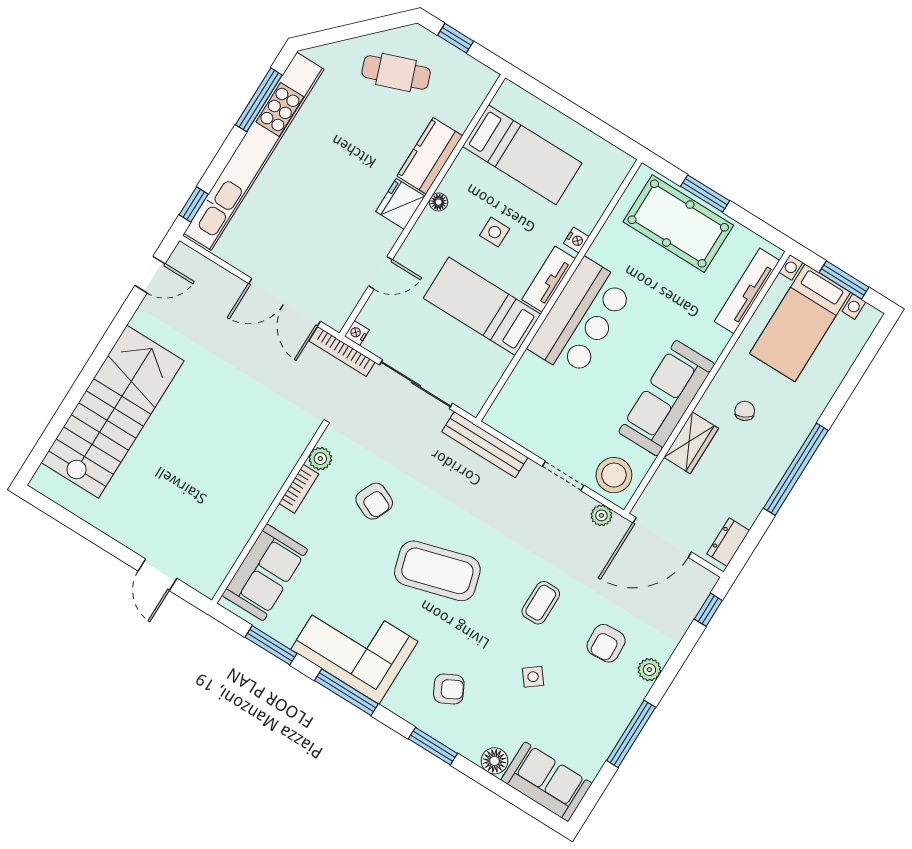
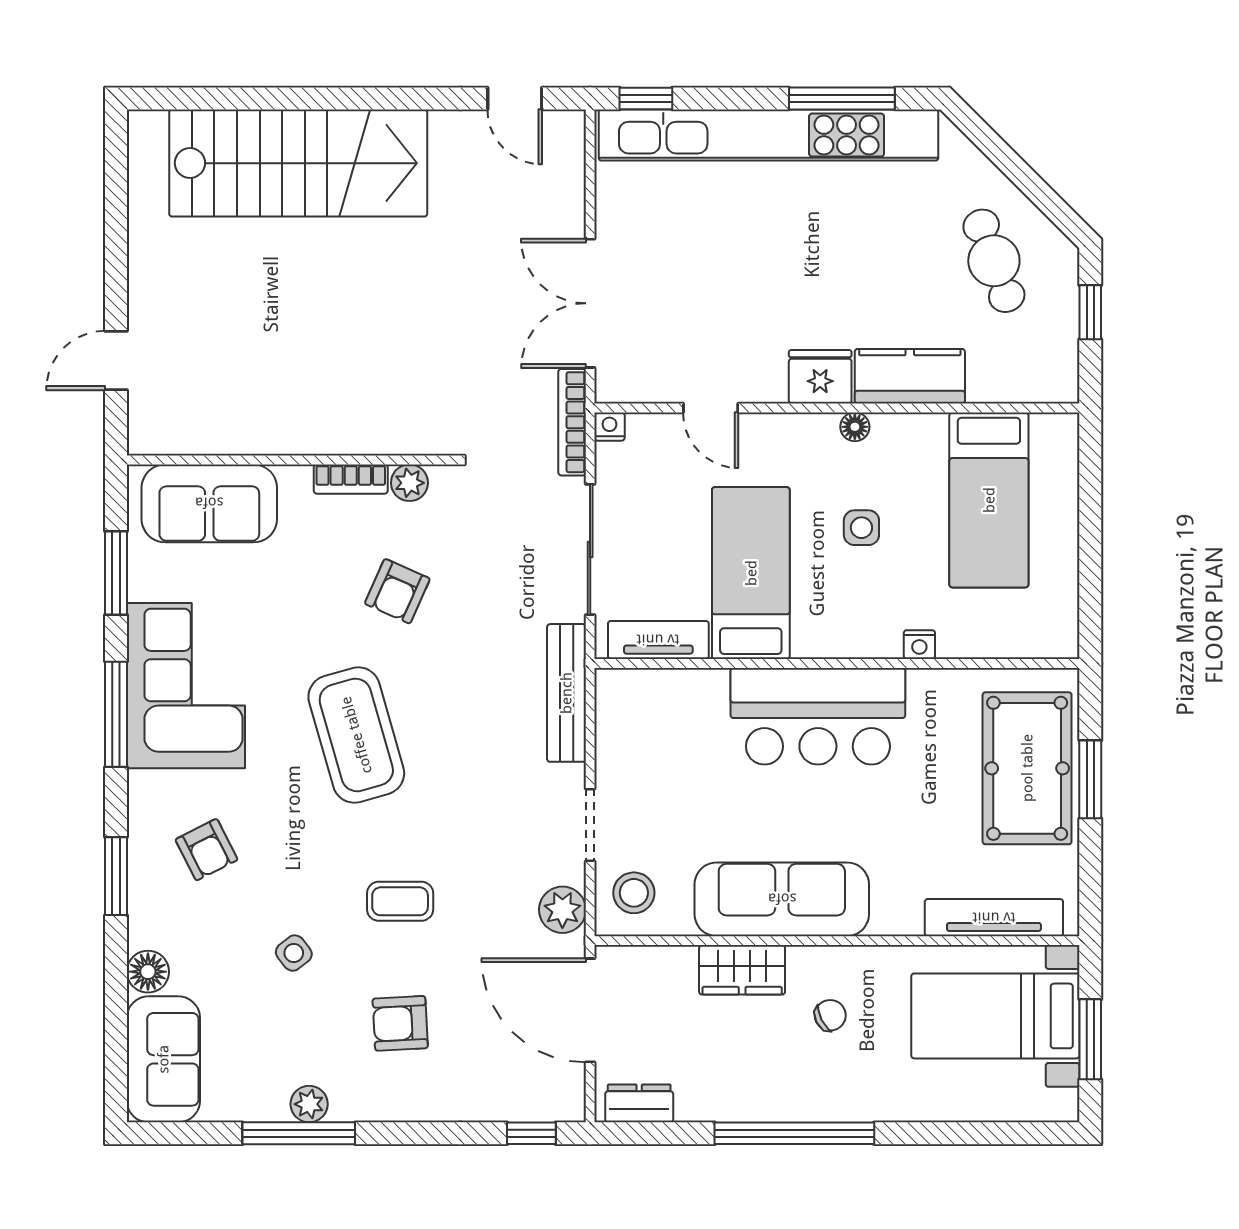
tv unit: (549, 279) -> (658, 640), moved
stool: (614, 475) -> (634, 893), width x0.73, depth x0.73
plant: (601, 515) -> (562, 910), width x1.38, depth x1.38
plant: (649, 670) -> (309, 1104), moved

